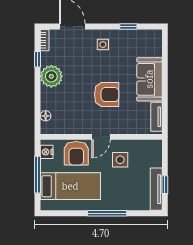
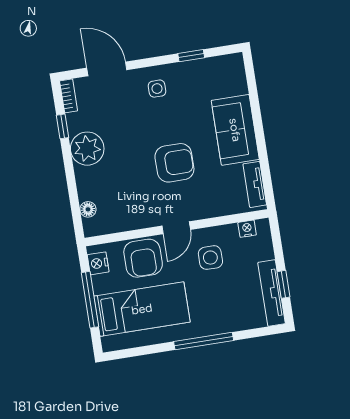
nightstand: (147, 145) -> (247, 229), added

